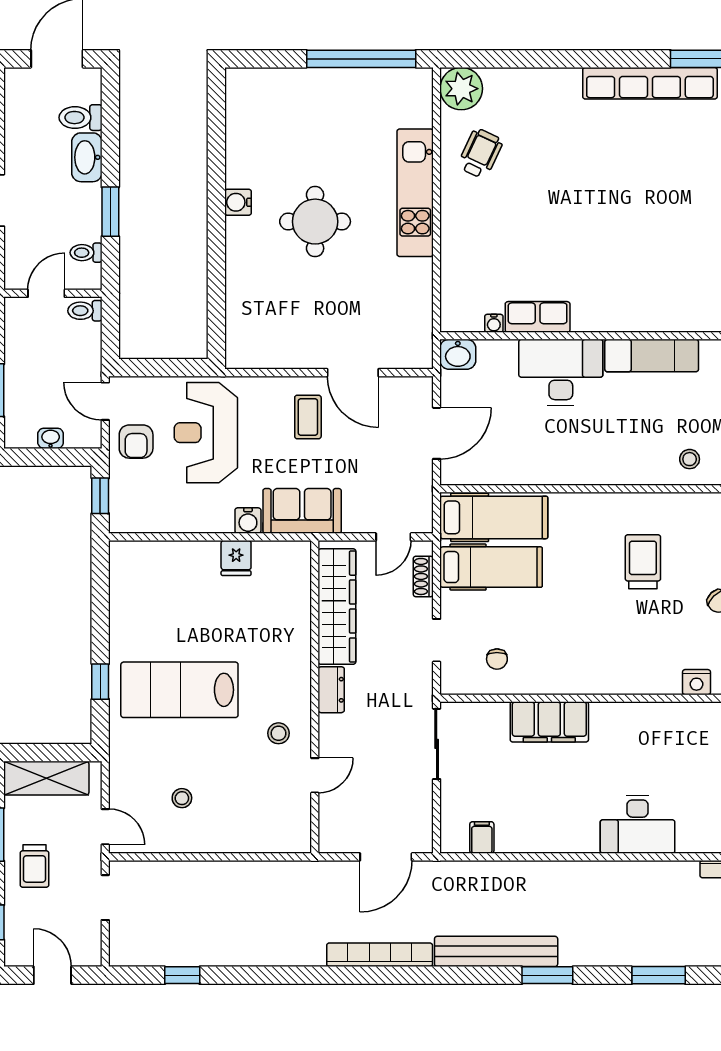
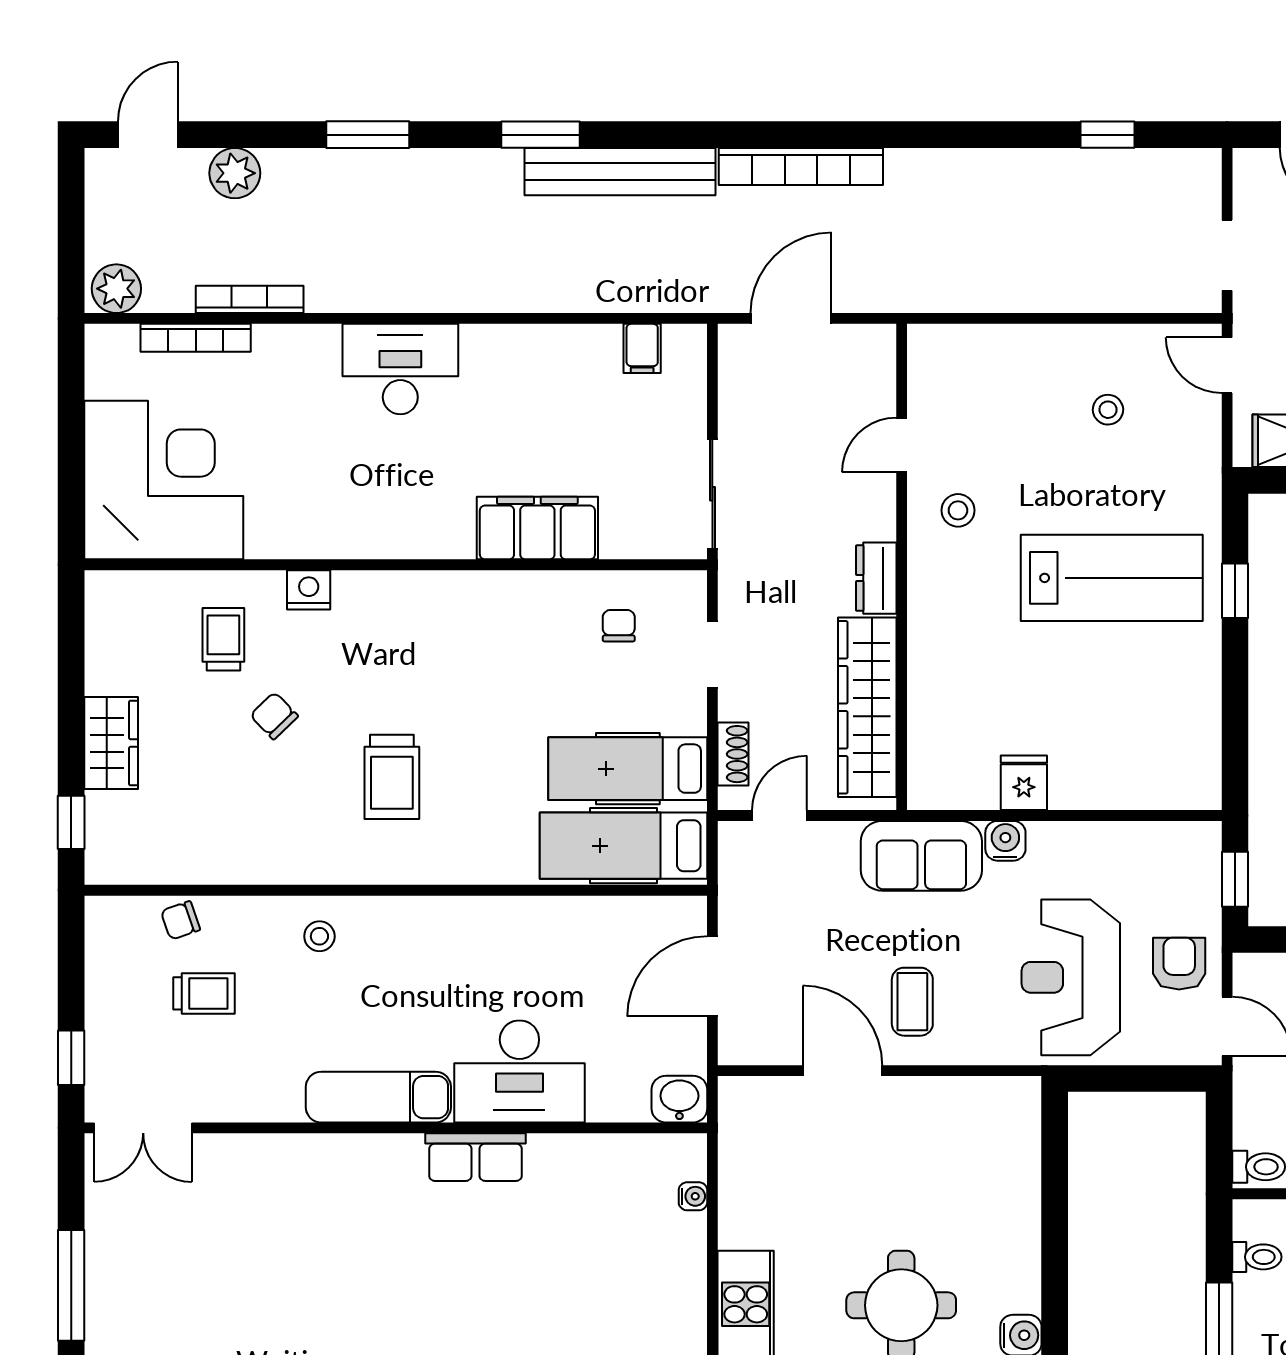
row of seats: (538, 317) -> (476, 1157), moved
water cooler: (494, 323) -> (693, 1196), moved, turned 90
reception desk: (206, 433) -> (1071, 977), turned 180

